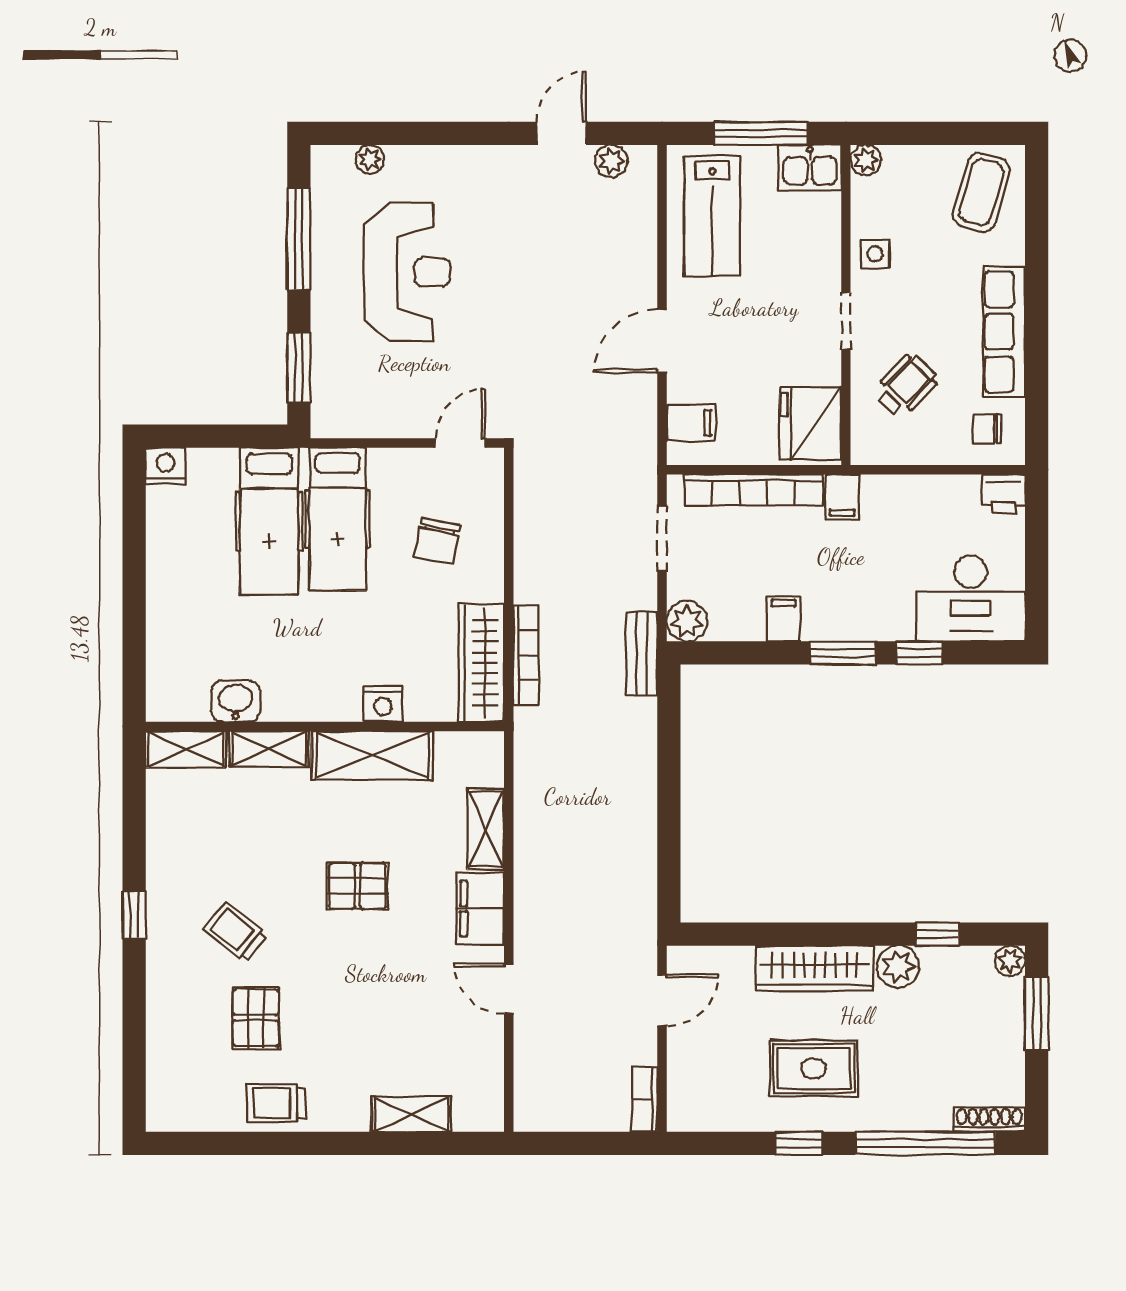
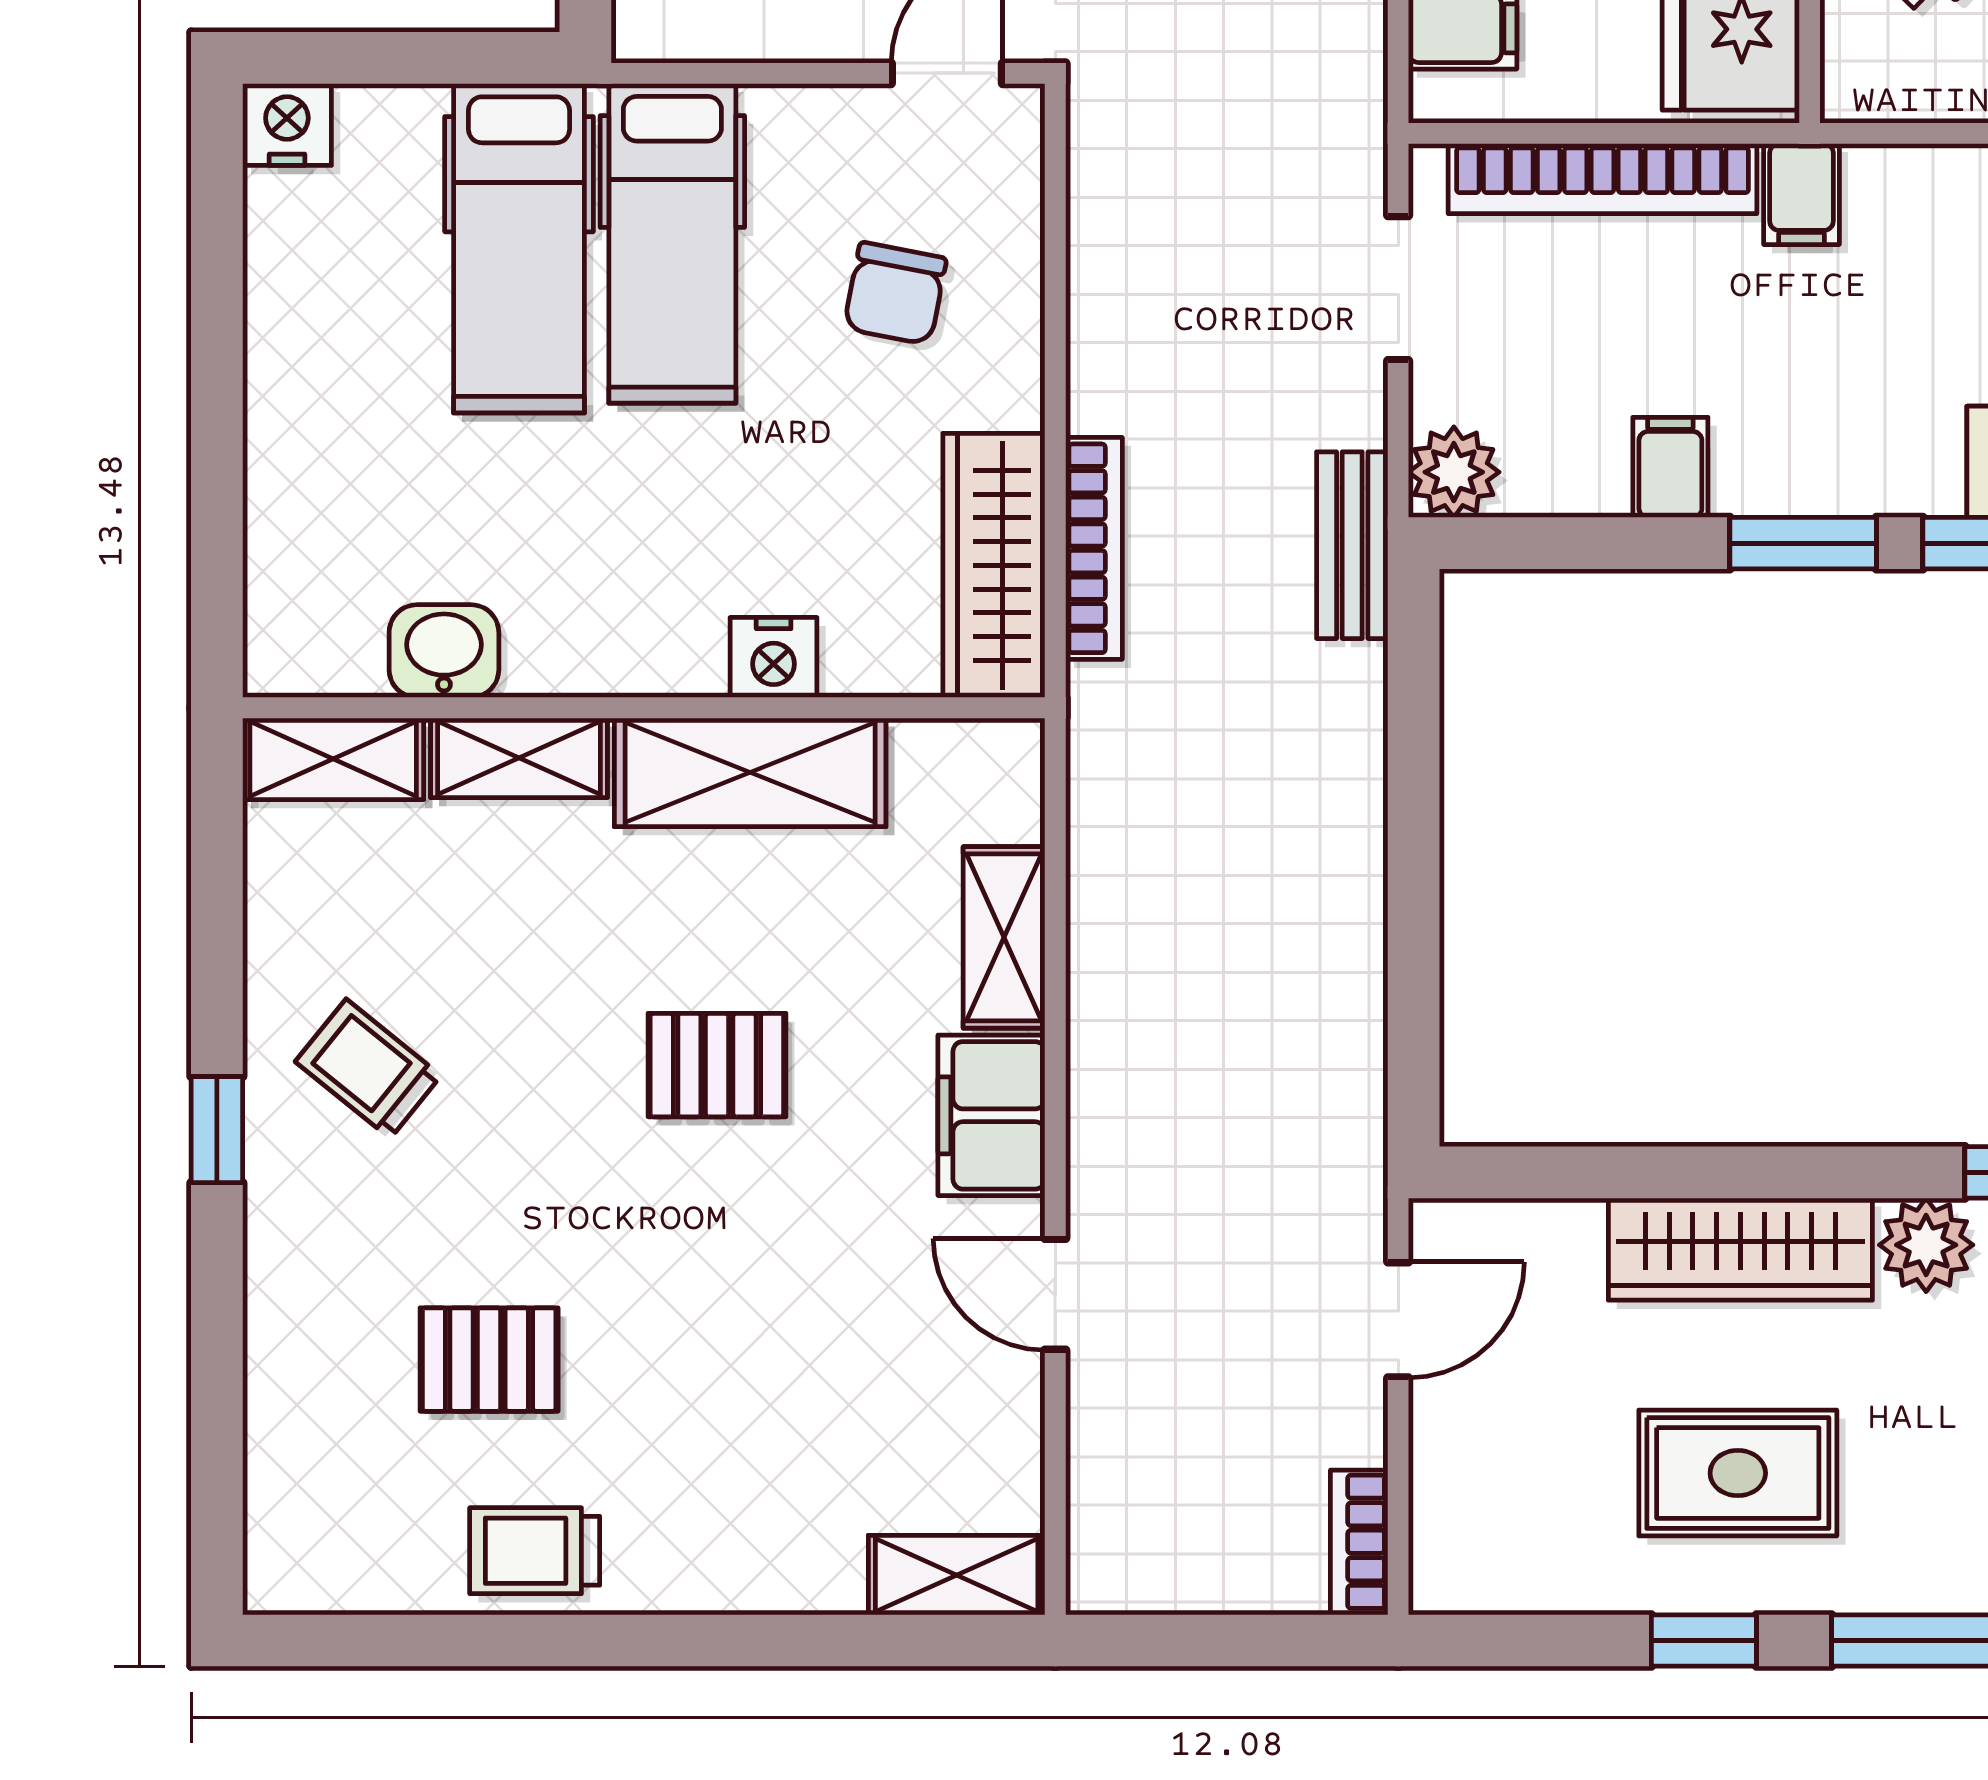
trolley: (235, 932) -> (368, 1069), moved
pallet: (256, 1018) -> (489, 1360), turned 90
shelving: (411, 1114) -> (957, 1575), moved

